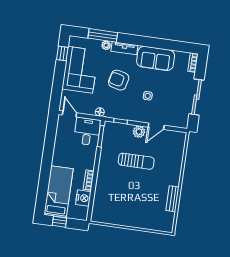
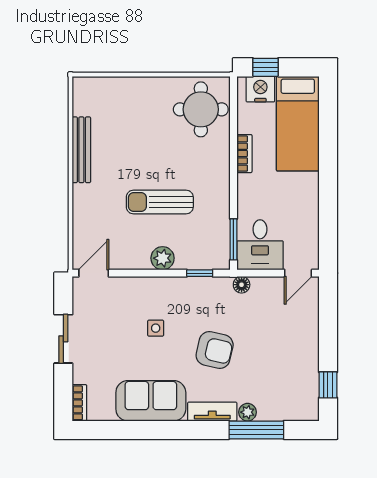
corner sofa: (80, 70) -> (290, 359), removed
sliding door: (197, 97) -> (63, 339), width x0.73
door: (69, 114) -> (298, 273), hinge flipped
door: (156, 126) -> (94, 273), moved
nightstand: (83, 198) -> (260, 89), moved, turned 90
bench: (172, 199) -> (81, 150), width x1.36
round table: (108, 206) -> (201, 109), added
window: (59, 222) -> (266, 67), moved

